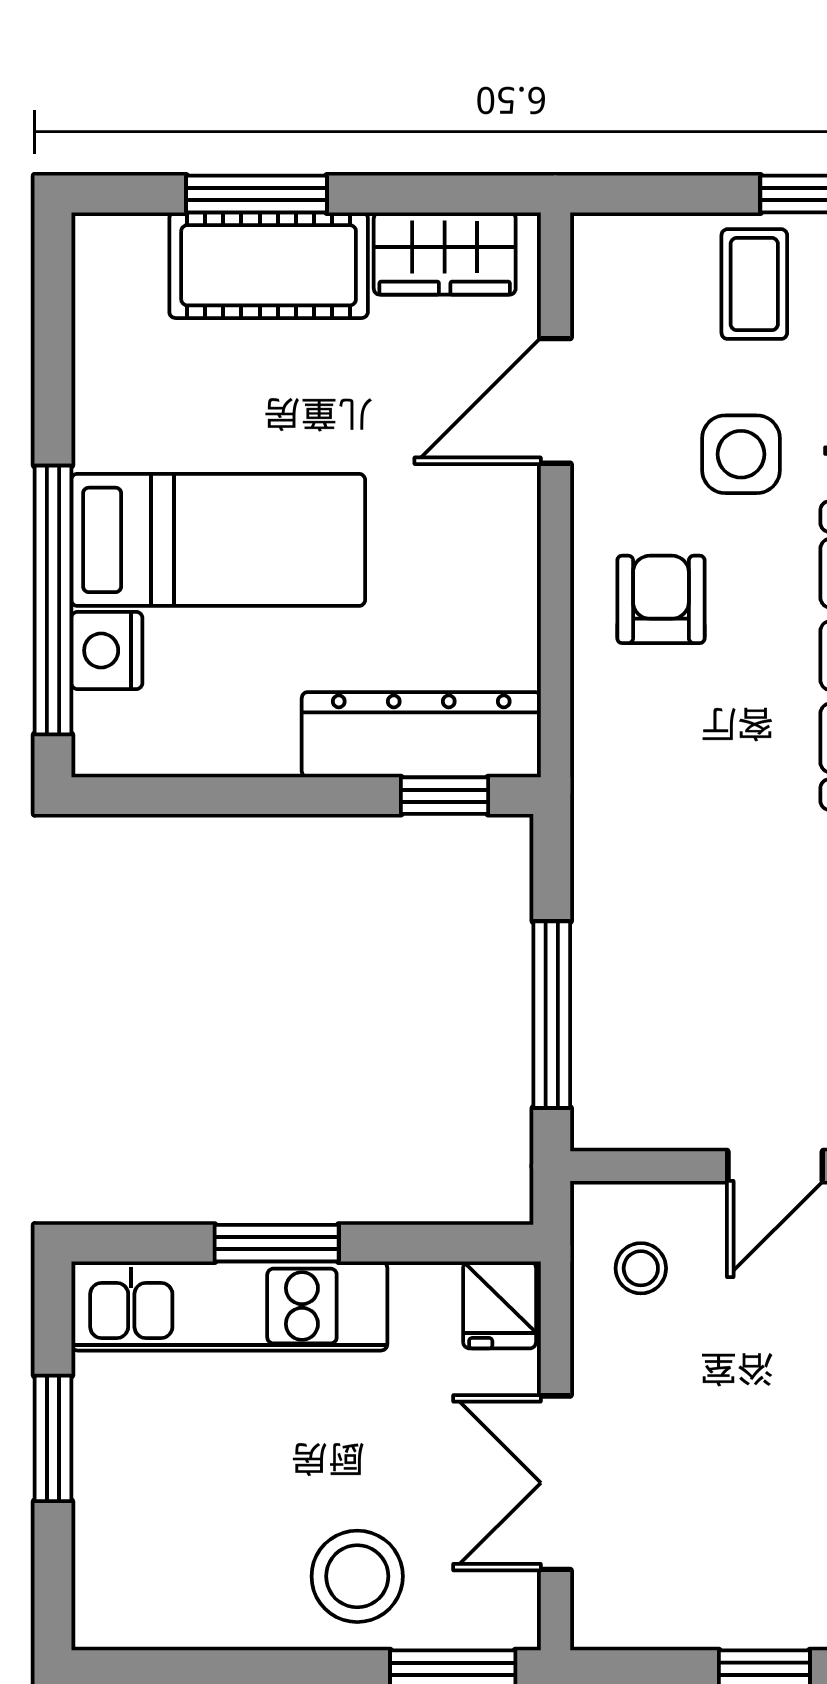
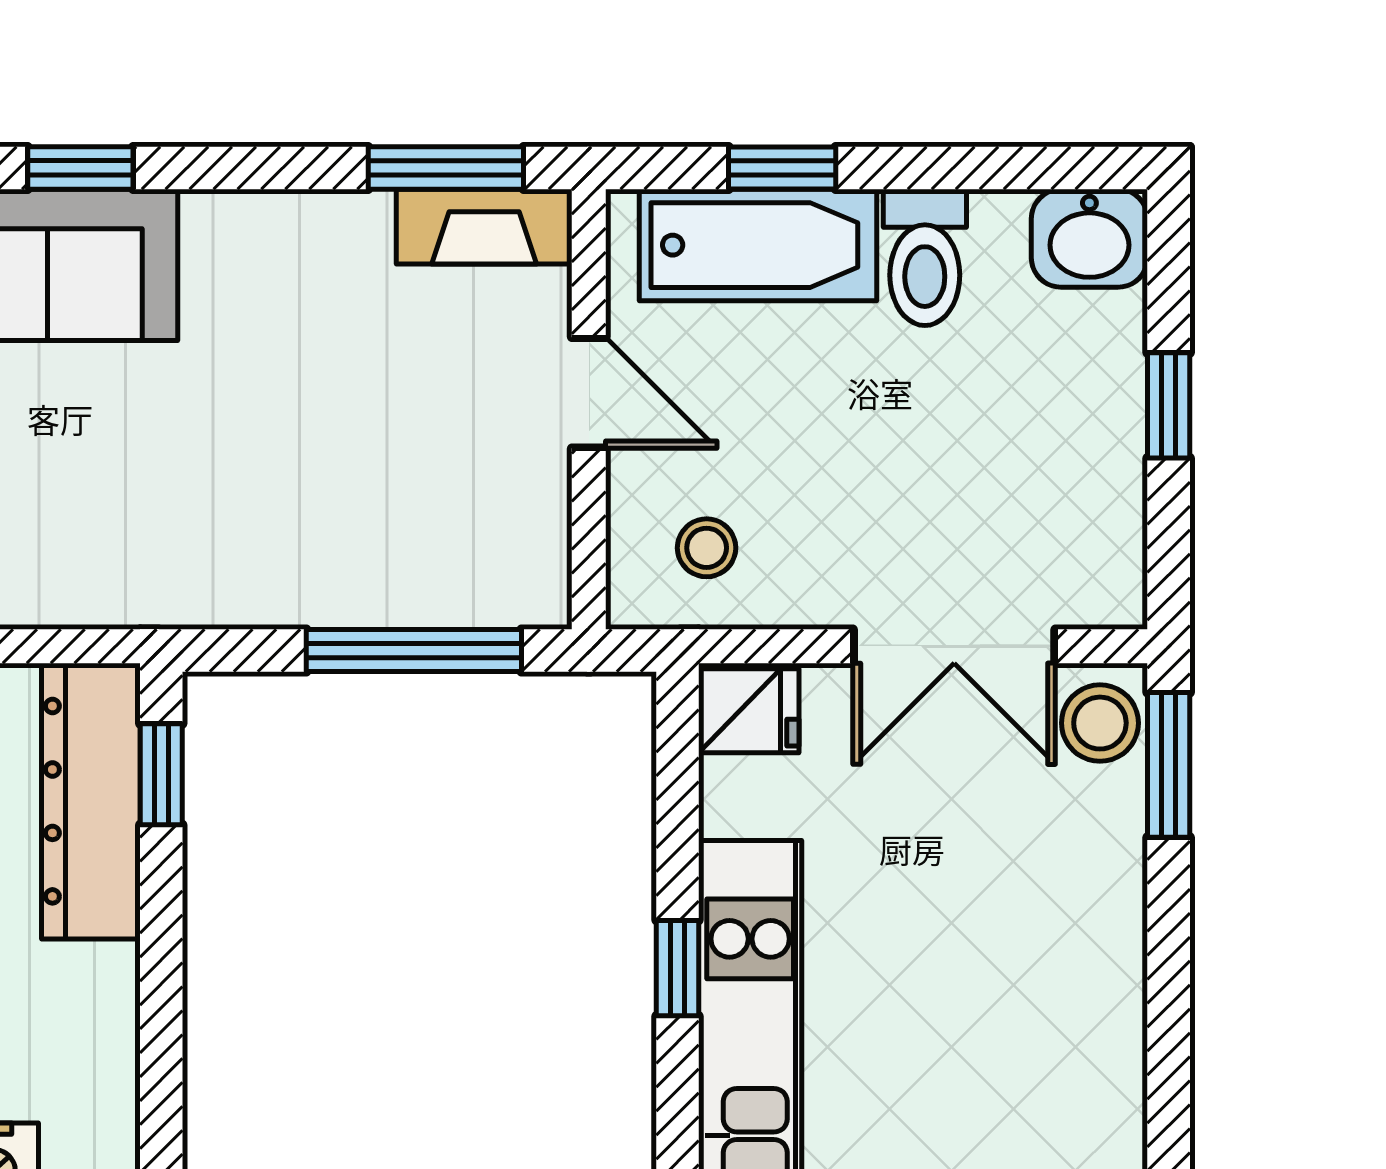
window: (277, 1243) -> (678, 968), width x0.67
stool: (357, 1576) -> (1100, 723), moved, width x0.73, depth x0.73

